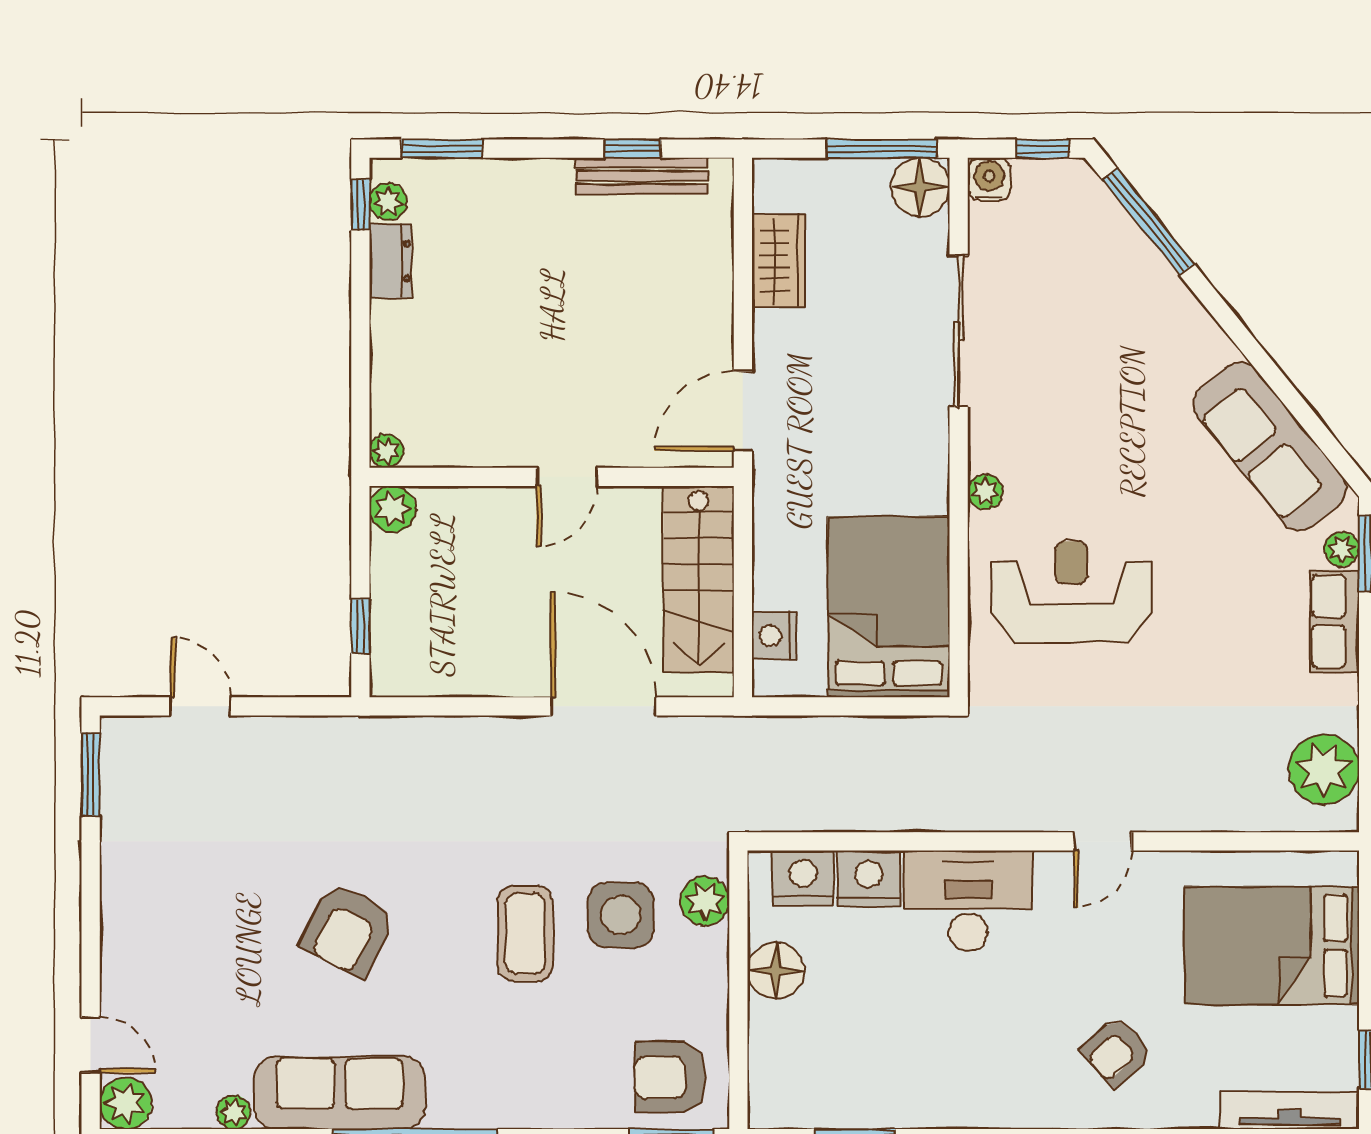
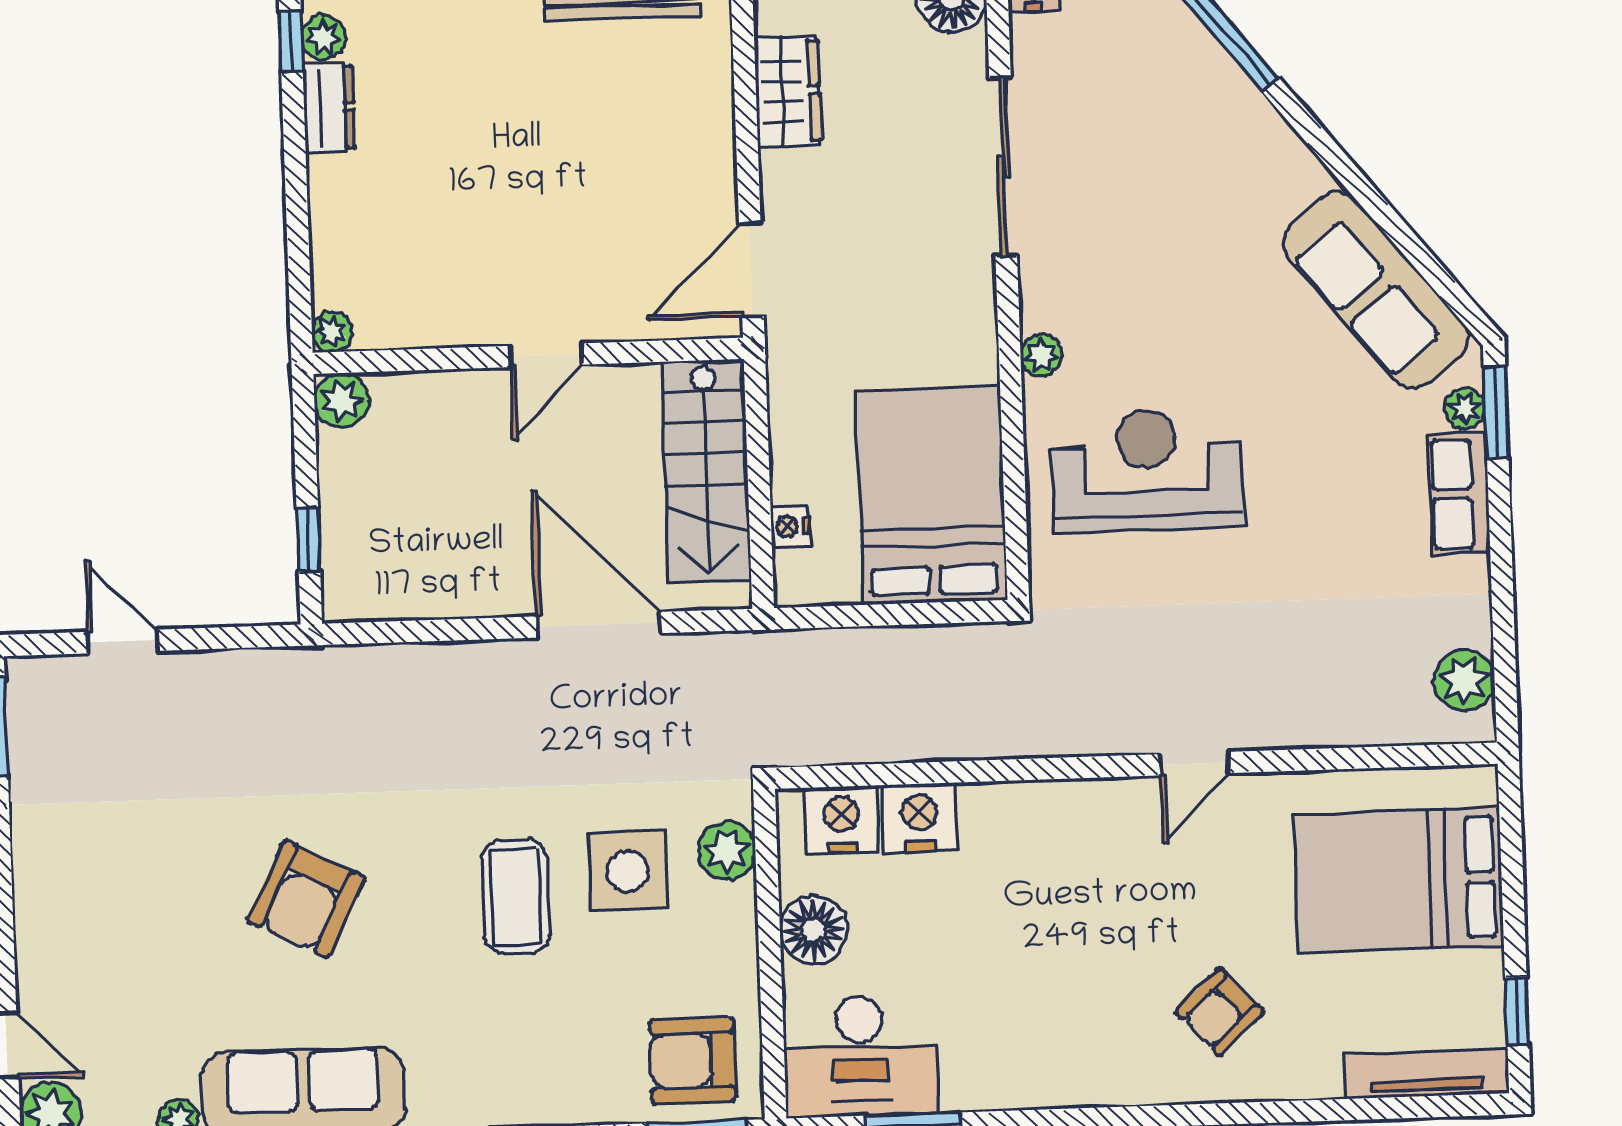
nightstand: (774, 636) -> (790, 526), width x0.72, depth x0.74
plant: (1324, 769) -> (1464, 680), width x0.73, depth x0.73
desk: (968, 901) -> (860, 1056), moved, turned 180

